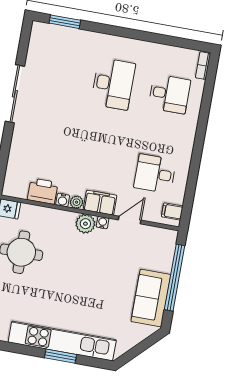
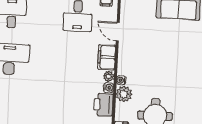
water cooler: (103, 223) -> (121, 80), moved
plant: (85, 224) -> (124, 94), moved

